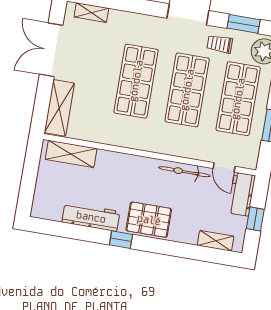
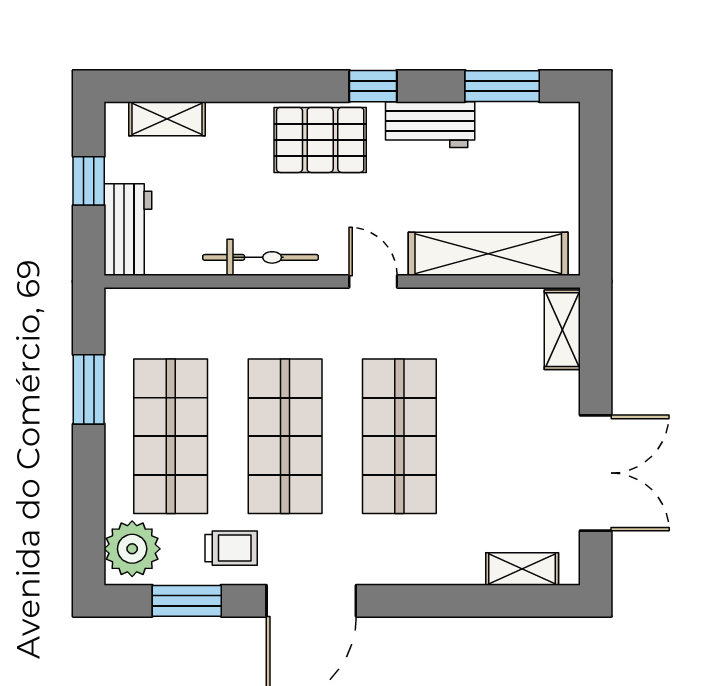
shelving: (59, 108) -> (562, 330), width x0.67, depth x0.75
shelving: (71, 154) -> (488, 254), width x1.47
door: (224, 167) -> (373, 281), moved
workbench: (91, 217) -> (430, 125), width x0.73
window: (63, 230) -> (502, 86), added

